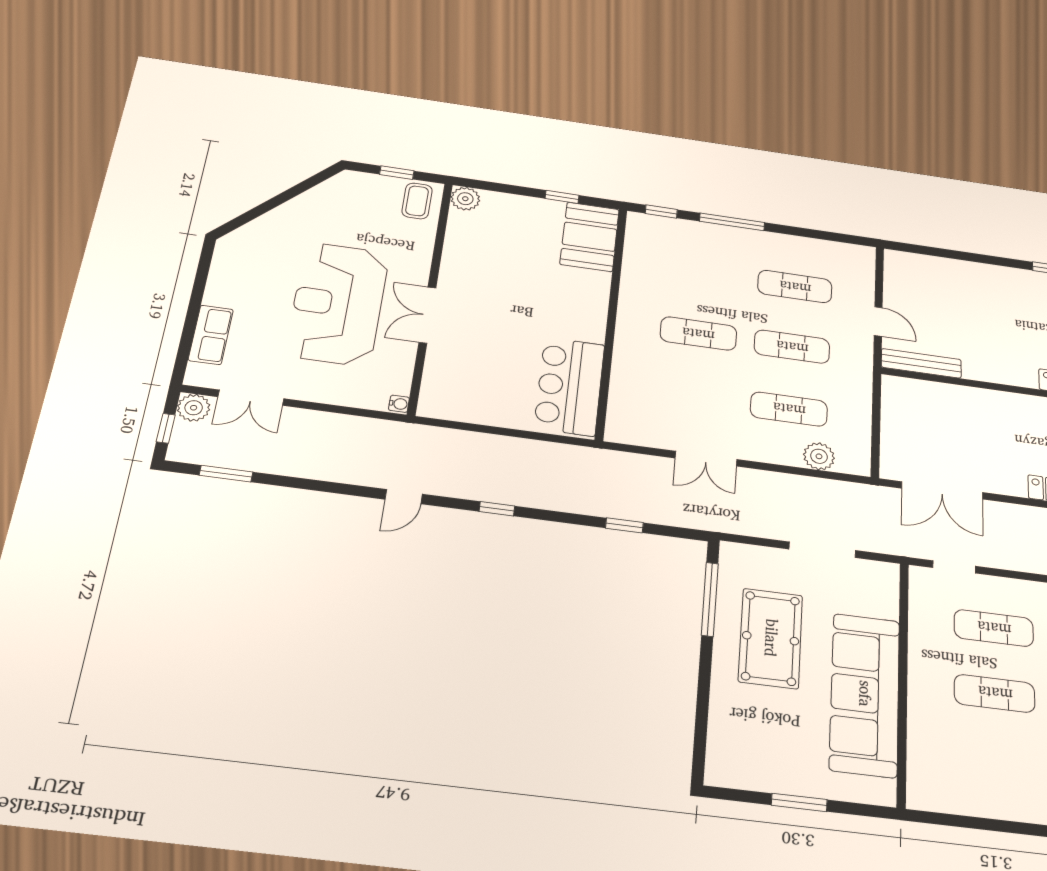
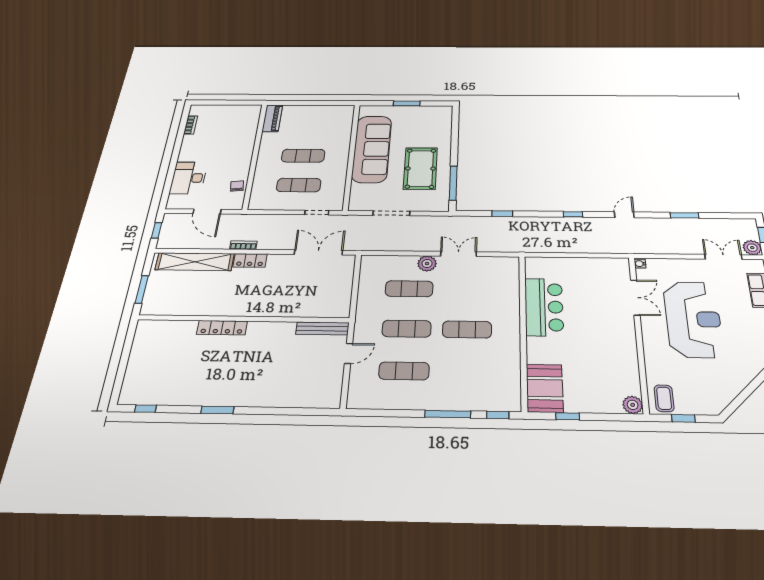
double door: (427, 315) -> (635, 298), moved
door: (878, 322) -> (349, 353), swing flipped
bar counter: (570, 386) -> (544, 307), moved
plant: (819, 456) -> (427, 264), moved
window: (226, 474) -> (684, 215), moved

